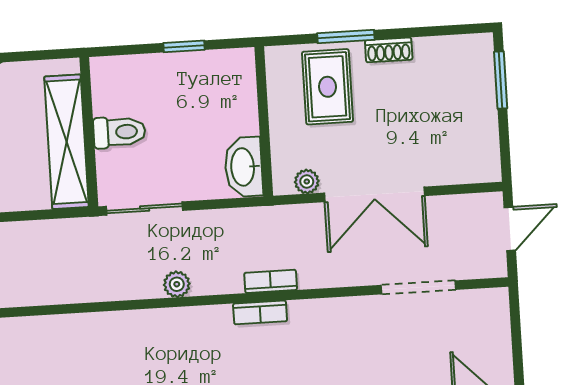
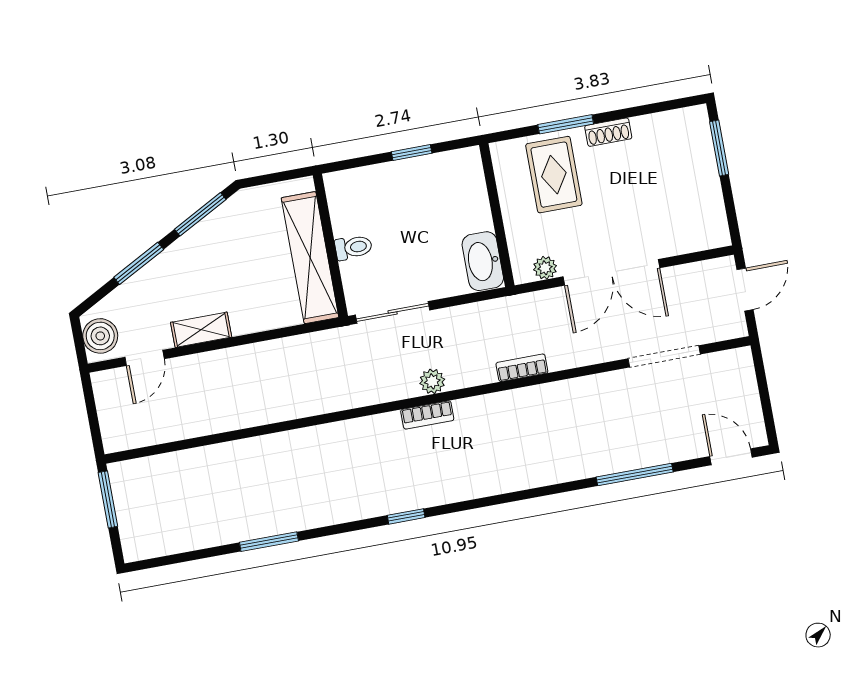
toilet: (119, 132) -> (354, 247), width x0.73, depth x0.72
bookcase: (260, 312) -> (427, 415), moved

